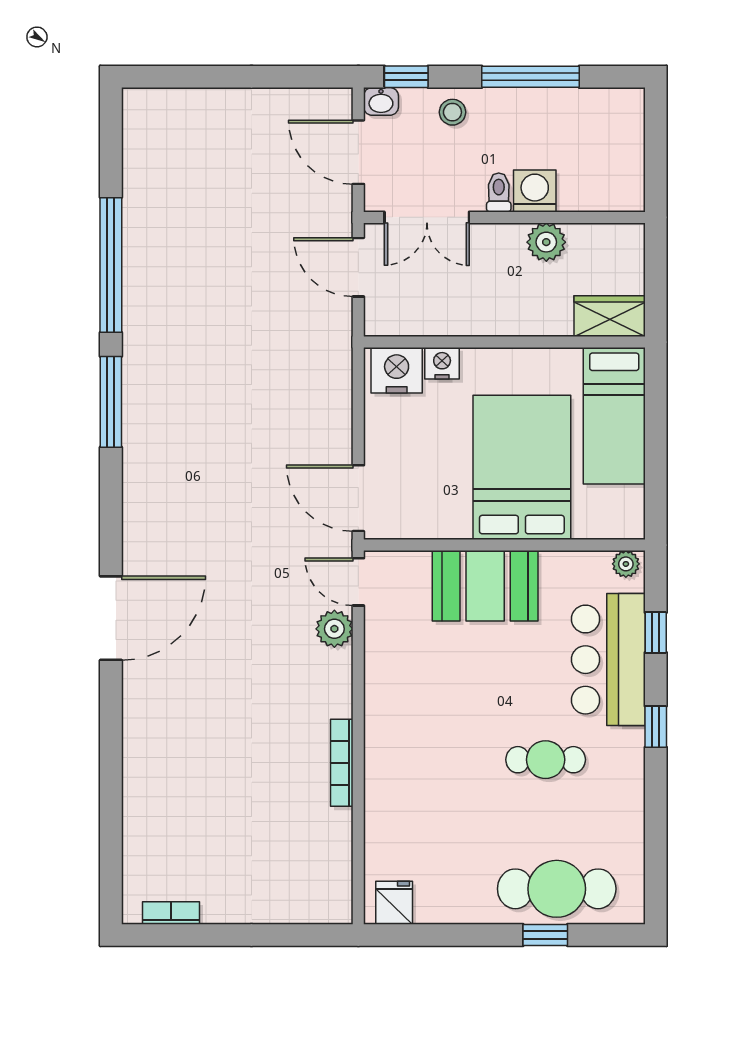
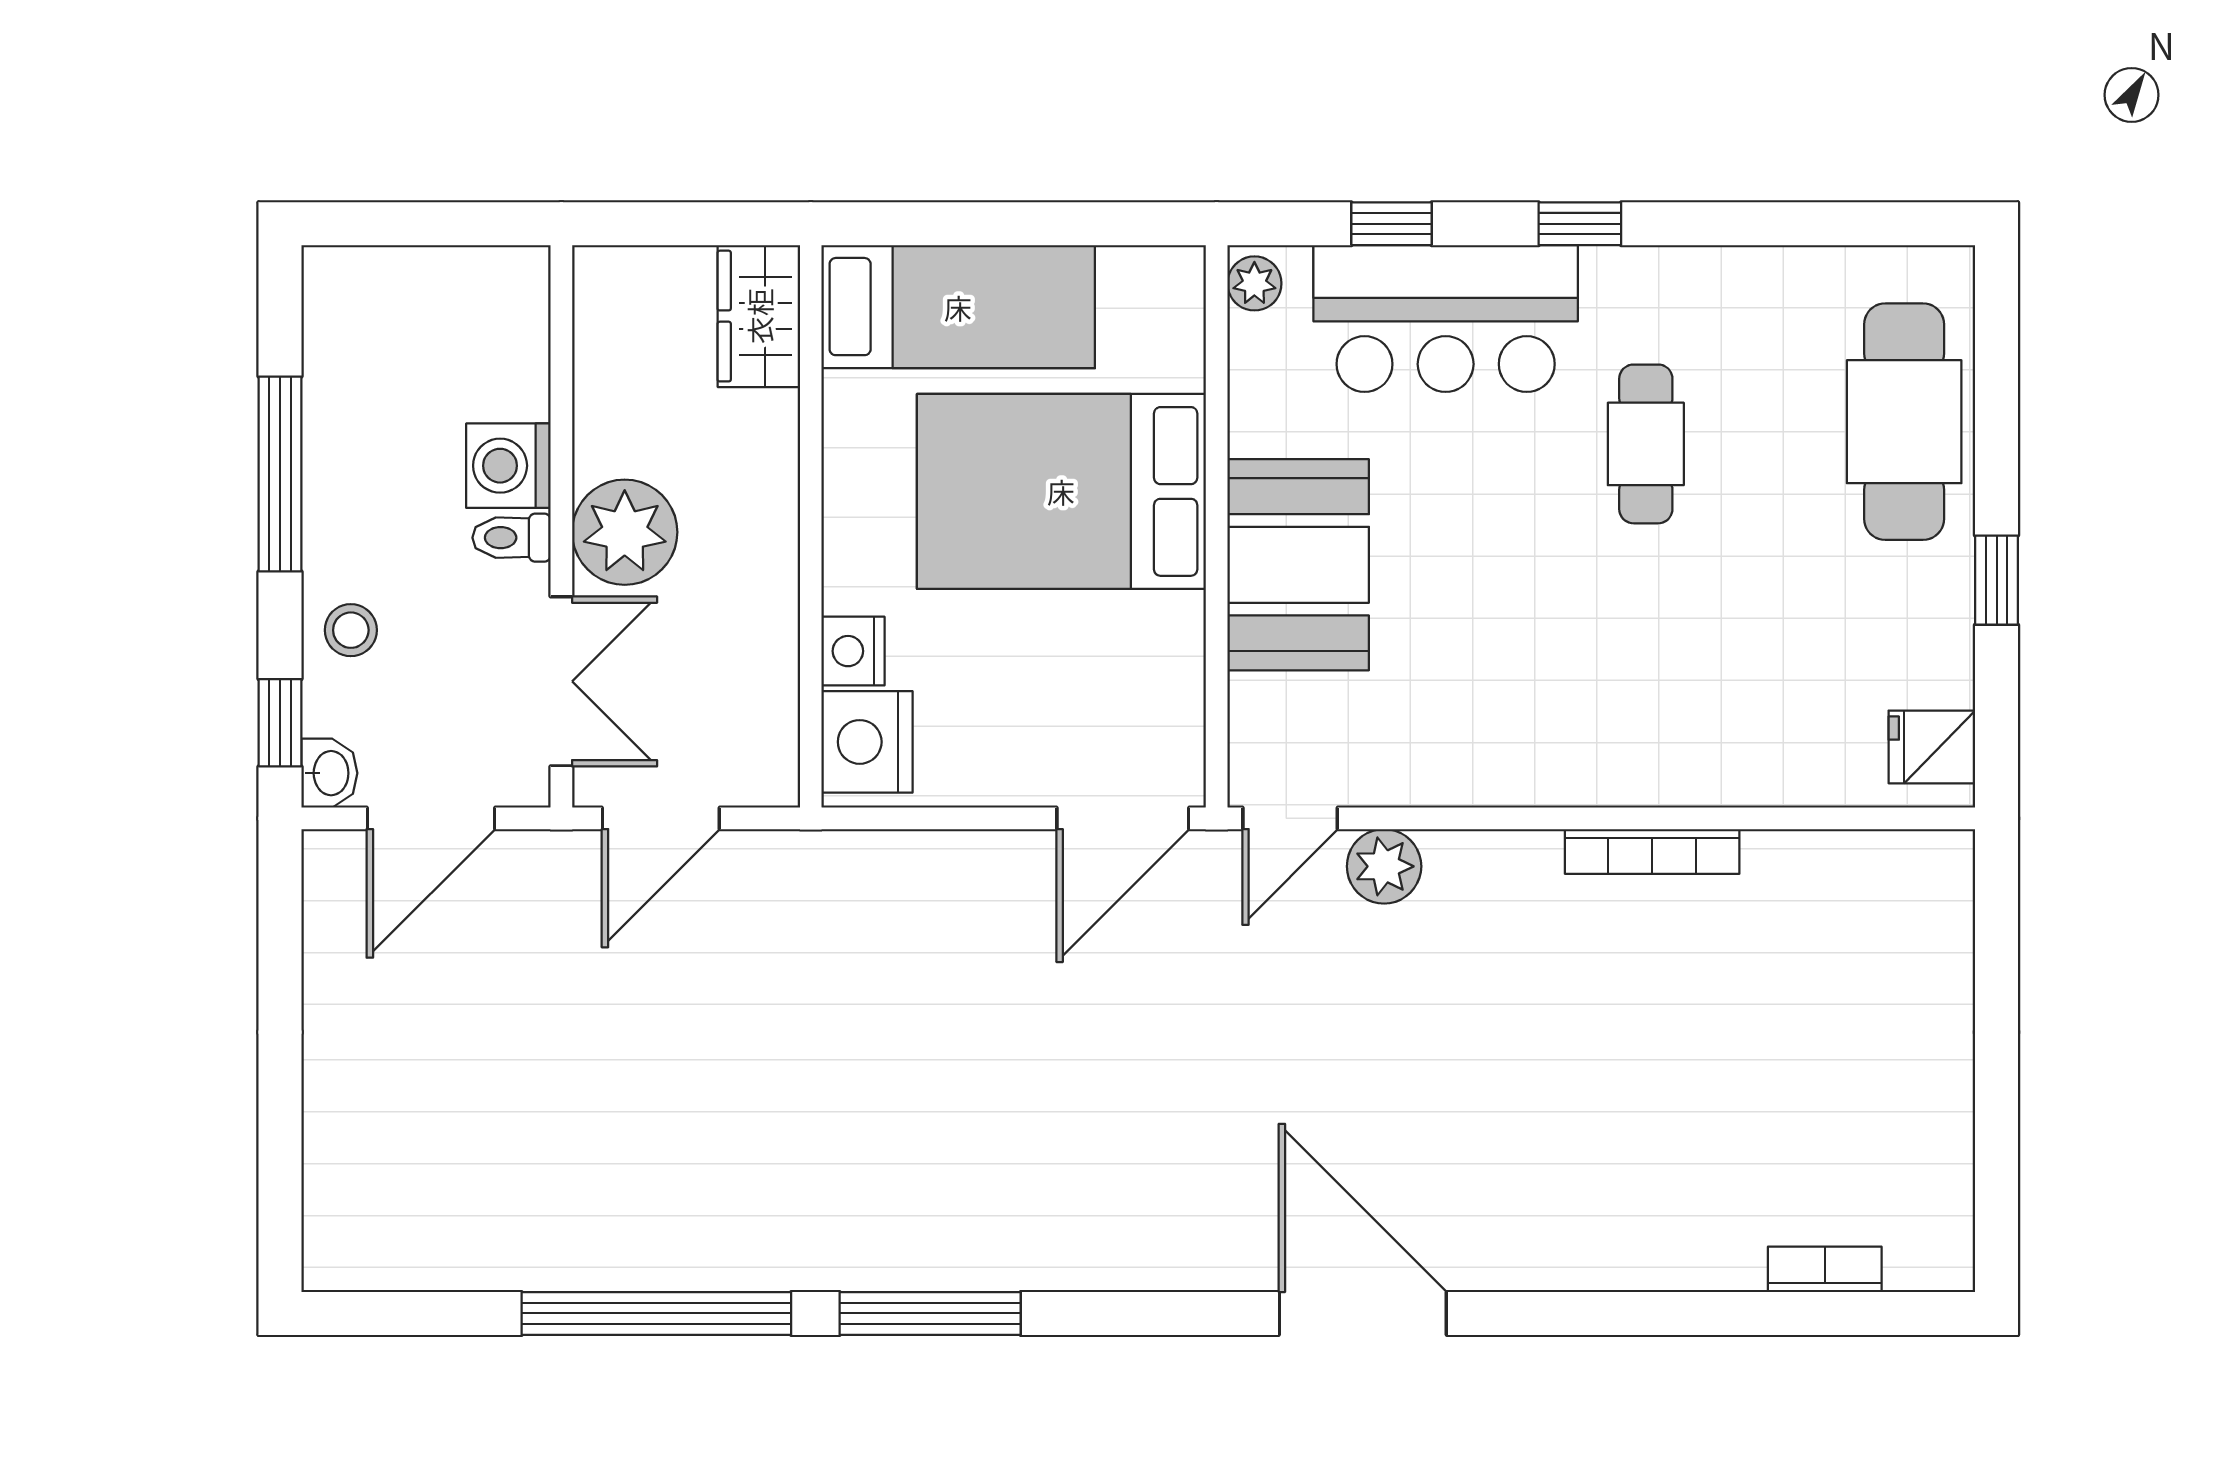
plant: (546, 242) -> (625, 532), moved, width x1.36, depth x1.36
bookcase: (171, 913) -> (1825, 1269), moved, turned 90
window: (545, 935) -> (1997, 580), moved

